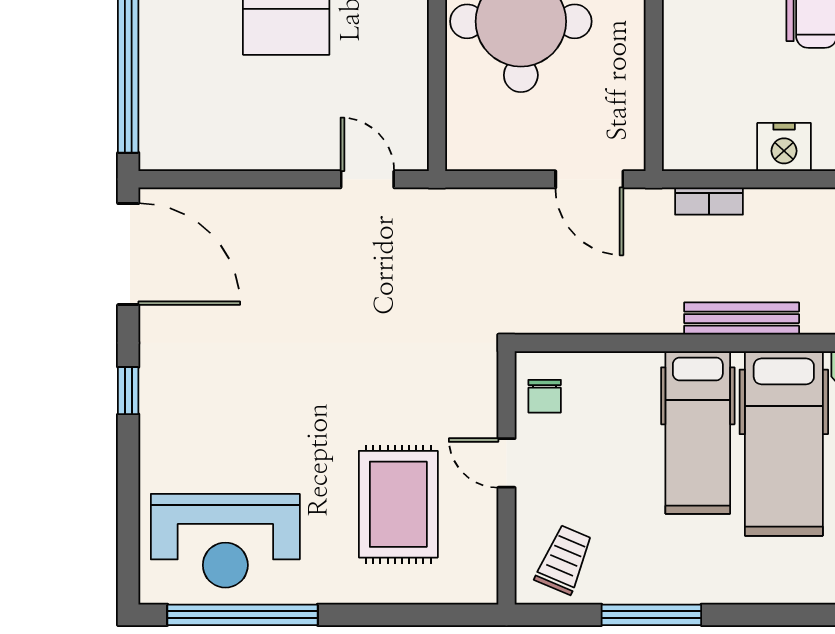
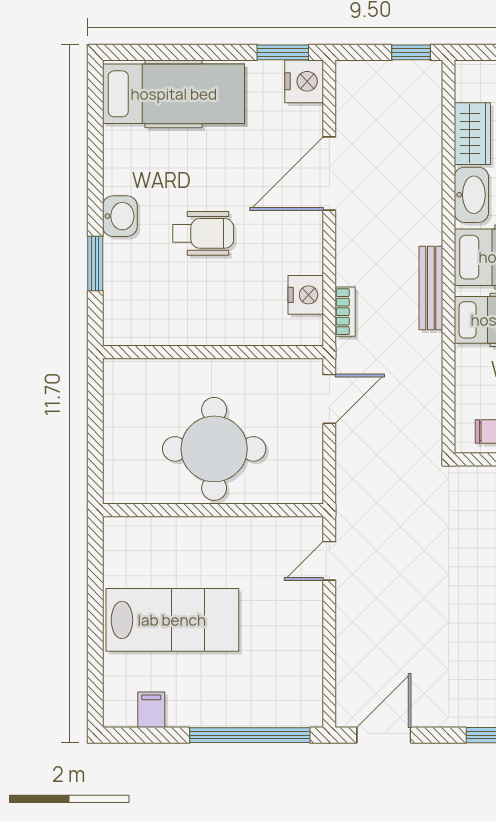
nightstand: (784, 147) -> (306, 295), moved
door: (128, 254) -> (384, 735), width x0.73

